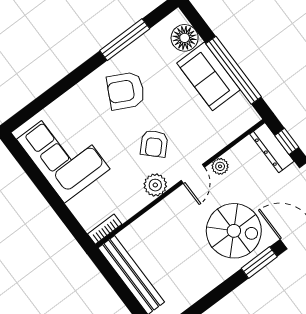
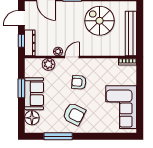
window: (234, 70) -> (21, 88), width x0.47
armchair: (154, 144) -> (79, 82), turned -129
plant: (155, 185) -> (48, 64), moved
spiral stairs: (234, 231) -> (99, 21), moved

